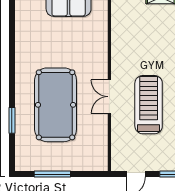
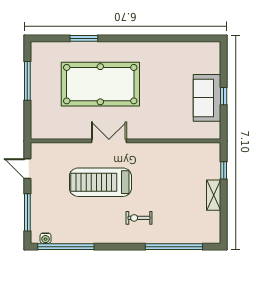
treadmill: (149, 105) -> (100, 182), turned 180

